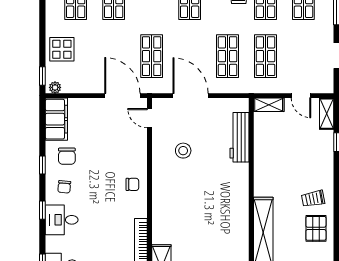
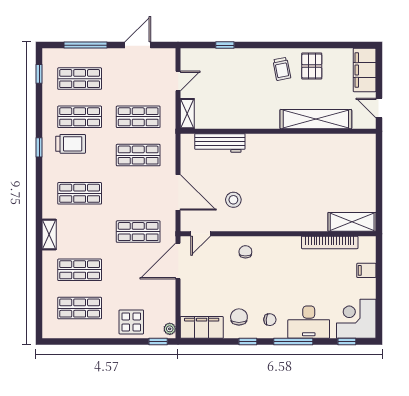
door: (191, 96) -> (178, 192), swing flipped
shelving: (327, 114) -> (196, 55), removed
chair: (67, 156) -> (239, 317), turned -90
chair: (132, 184) -> (245, 252), moved
window: (42, 210) -> (293, 342), width x2.17
desk: (62, 220) -> (309, 322), width x1.37
pallet: (316, 228) -> (312, 66), turned 90

